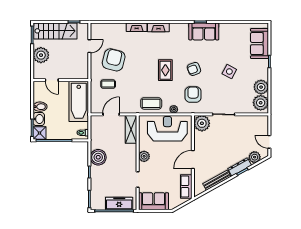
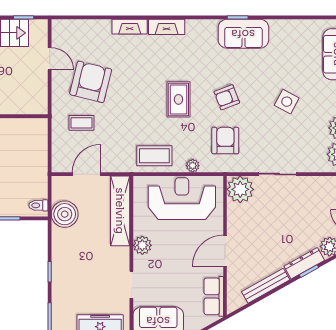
door: (89, 46) -> (50, 59), hinge flipped
bathtub: (79, 101) -> (32, 152), removed
shelving: (131, 129) -> (120, 211), width x1.47
boiler: (98, 157) -> (65, 214), moved

